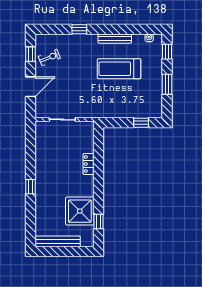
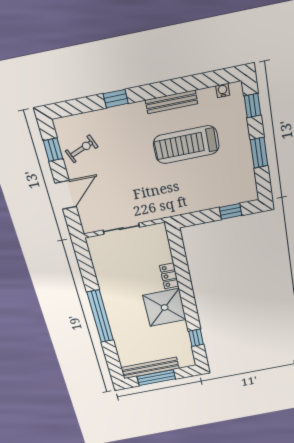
window: (30, 187) -> (100, 316), width x3.17
shower: (80, 211) -> (165, 307), moved
window: (60, 252) -> (156, 378), added

